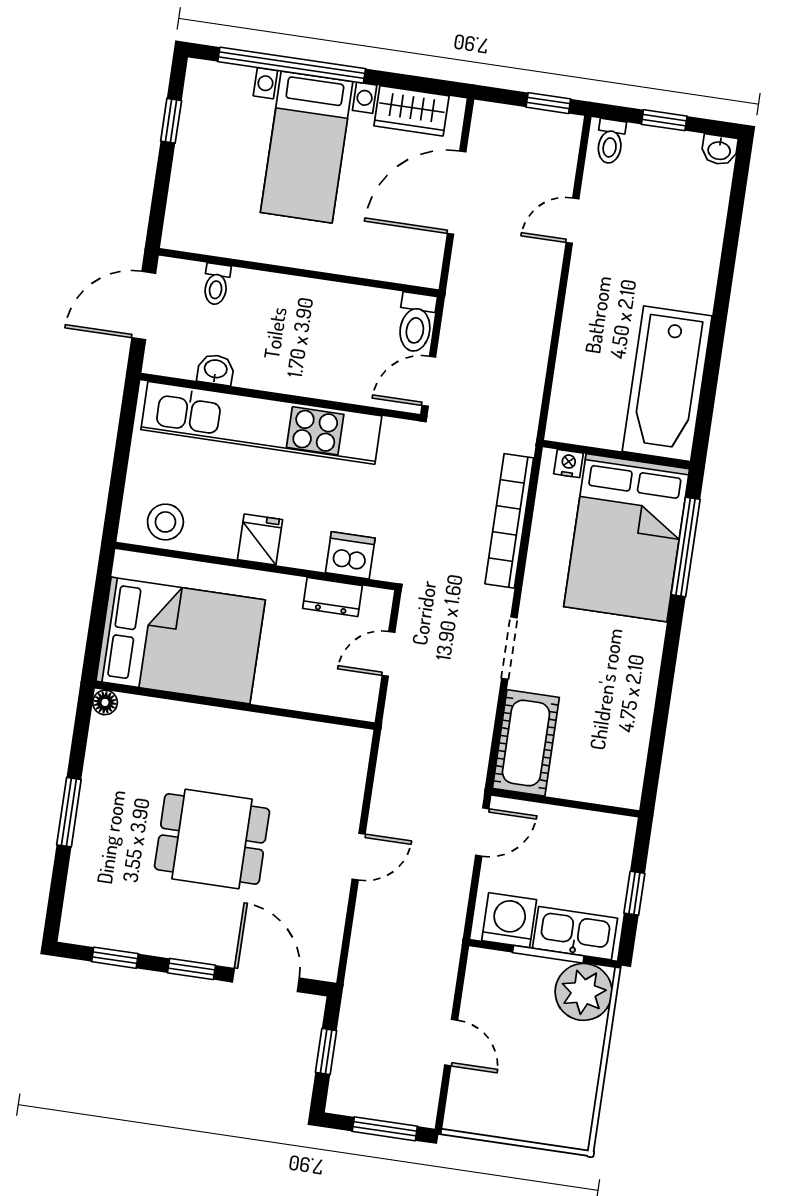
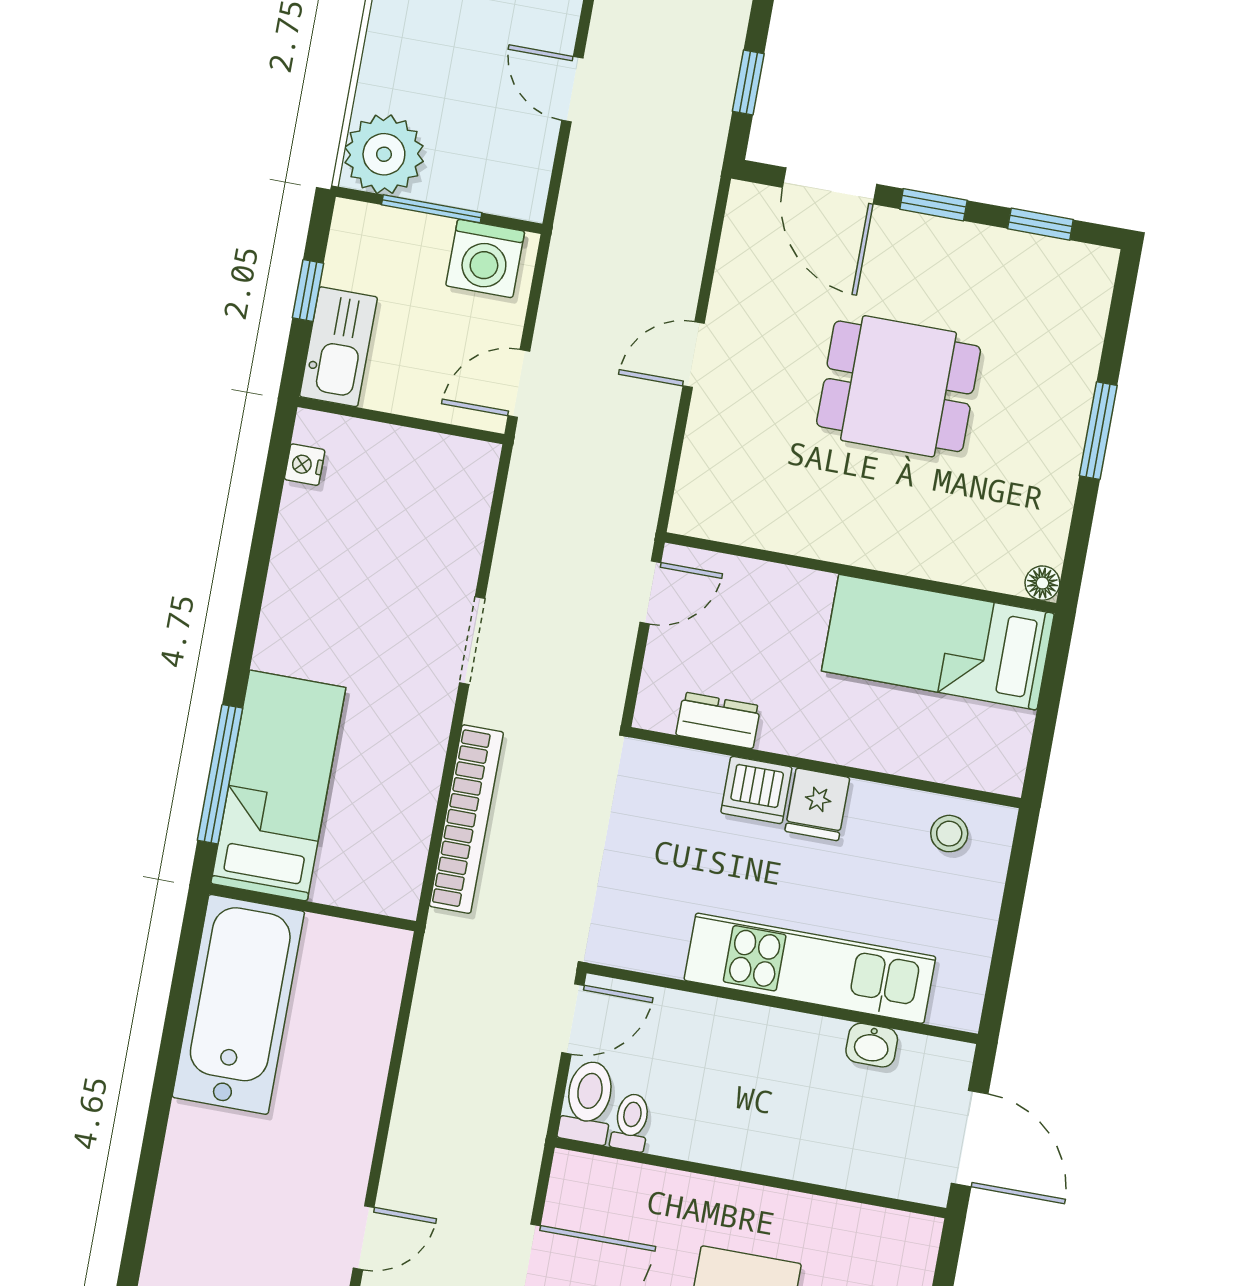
toilet: (216, 284) -> (631, 1122), moved
door: (144, 305) -> (970, 1139), hinge flipped
kitchen unit: (261, 423) -> (810, 968), width x0.73
nightstand: (568, 464) -> (305, 465), moved, turned 90
stool: (165, 522) -> (949, 834), width x0.73, depth x0.73
bed: (627, 538) -> (278, 786), width x0.67
dishwasher: (350, 555) -> (756, 790), moved
bed: (181, 640) -> (938, 642), width x0.67
door: (389, 654) -> (650, 592), moved
cot: (526, 743) -> (453, 506), removed
kitchen sink: (575, 933) -> (338, 347), moved, turned -90

